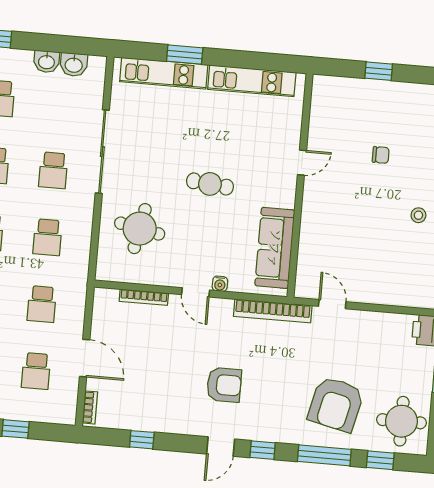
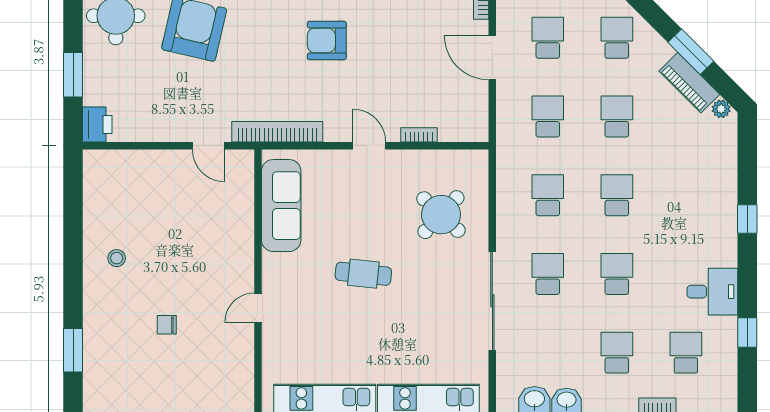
round table: (140, 229) -> (441, 215), turned 32
water cooler: (220, 284) -> (342, 158), removed
bookcase: (144, 297) -> (419, 135), width x0.64

